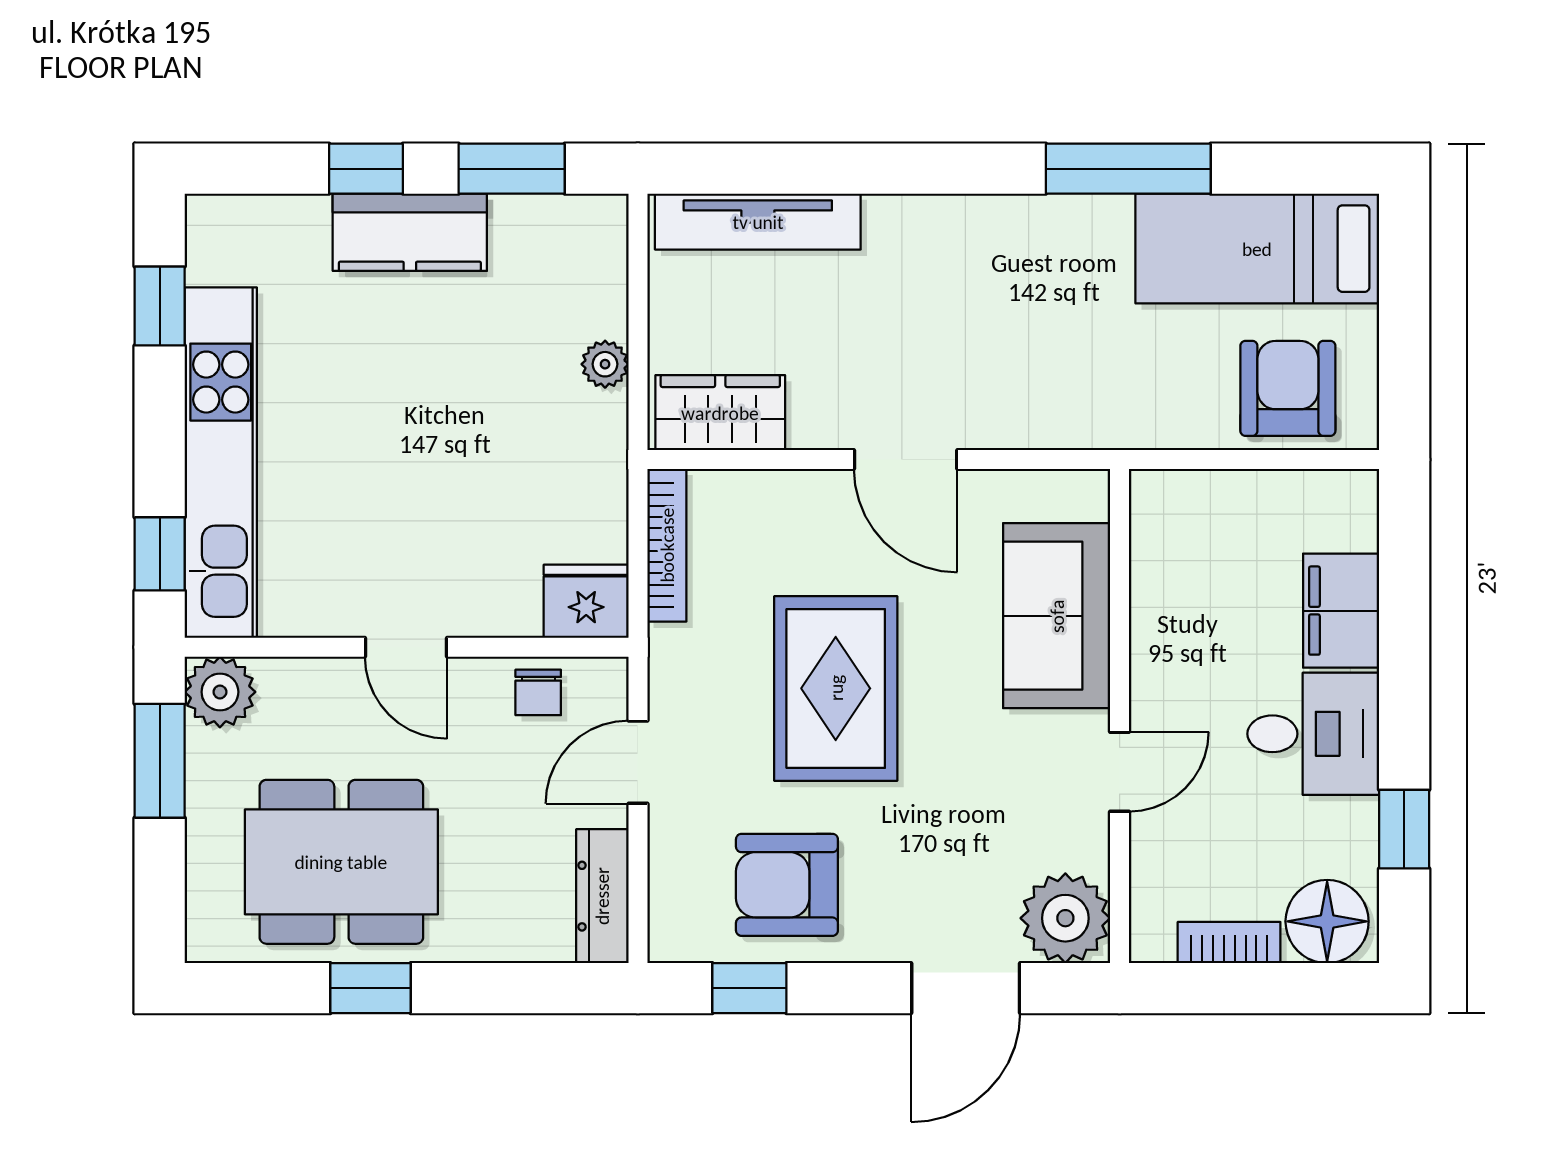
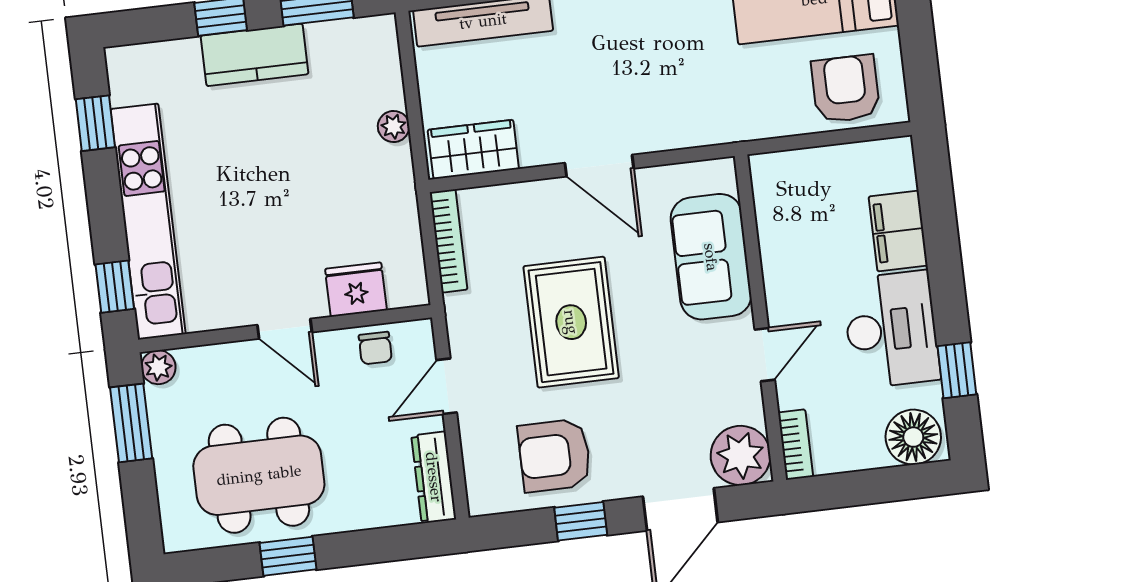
fridge: (586, 601) -> (356, 289), moved
plant: (220, 692) -> (158, 367), width x0.73, depth x0.73
desk: (1313, 734) -> (891, 329), width x1.37
bookcase: (1229, 942) -> (796, 445), moved, turned 90
window: (749, 988) -> (581, 521), moved

